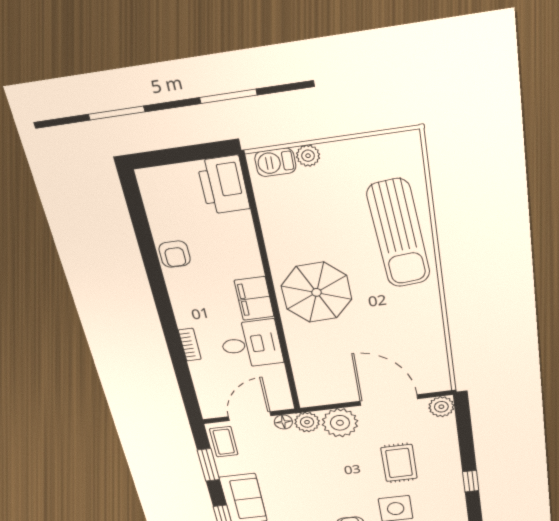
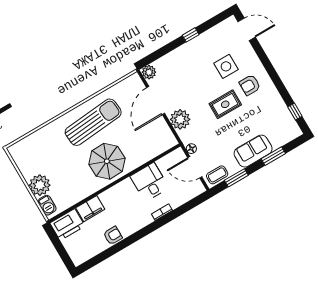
plant: (308, 156) -> (40, 185), width x1.88, depth x1.88
sun lounger: (399, 234) -> (93, 122), moved
filing cabinet: (254, 298) -> (90, 209), moved
plant: (307, 422) -> (187, 136), removed
rug: (399, 463) -> (225, 104), moved

